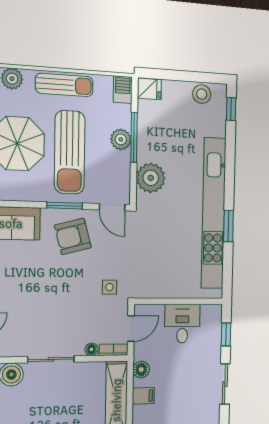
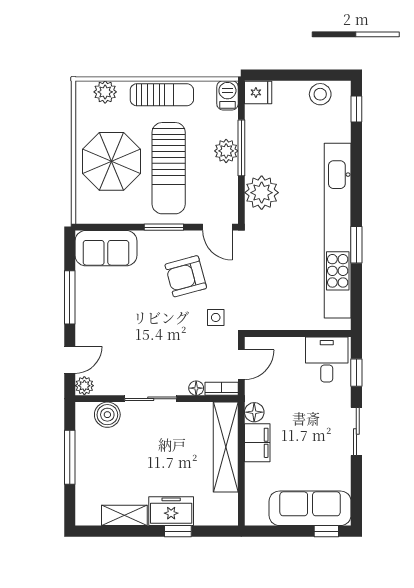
armchair: (73, 236) -> (186, 276), moved
desk: (182, 324) -> (327, 359), moved
filing cabinet: (143, 396) -> (257, 443), width x2.00

